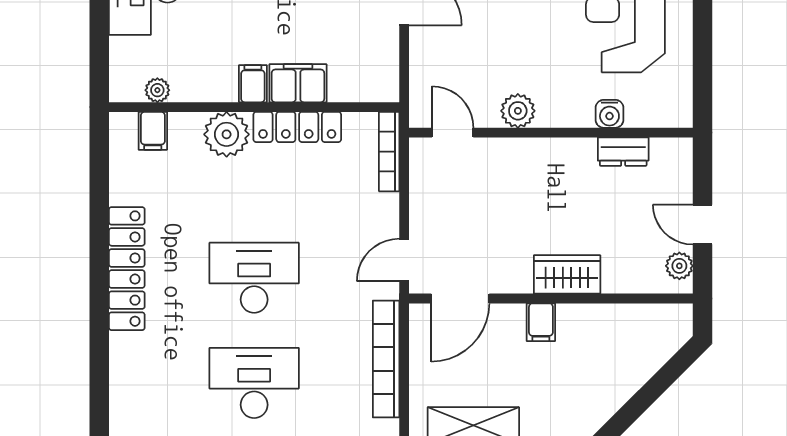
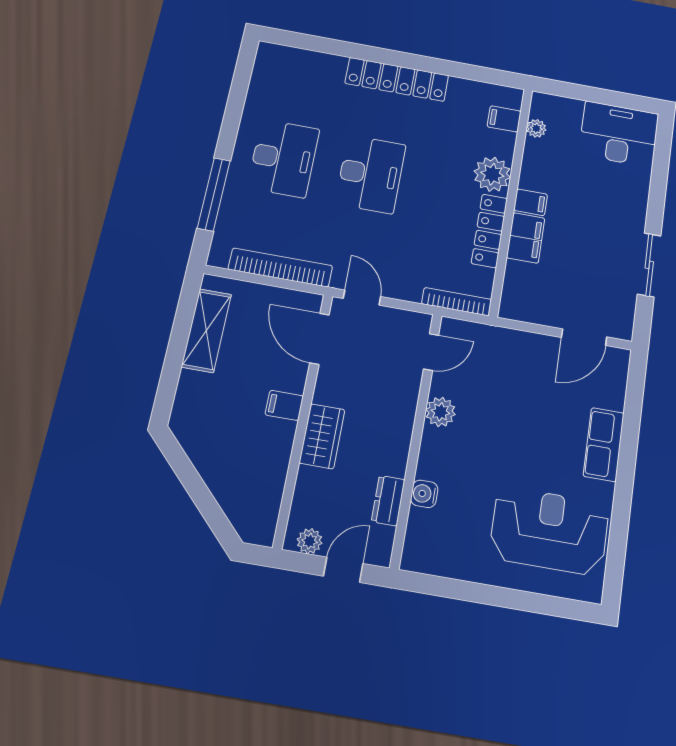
plant: (518, 111) -> (440, 412), moved
water cooler: (609, 114) -> (424, 494), moved
door: (453, 133) -> (431, 352), moved
wall: (551, 133) -> (416, 438), moved
dresser: (623, 152) -> (388, 501), moved

